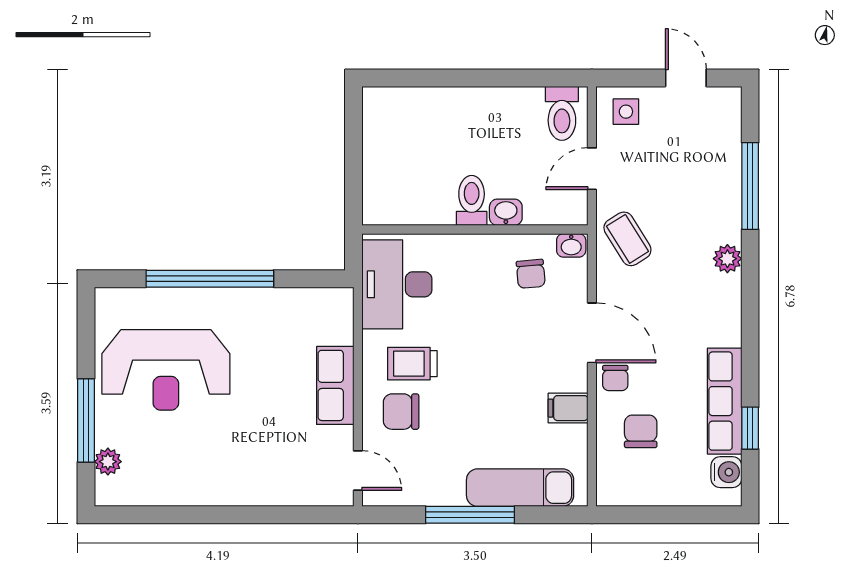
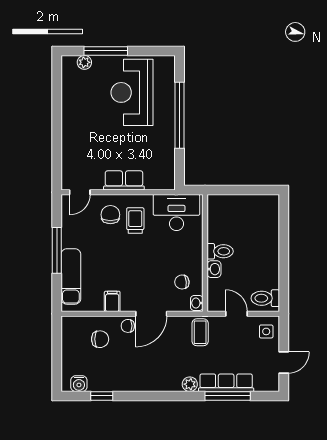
coffee table: (627, 239) -> (200, 332), turned -58
row of seats: (725, 401) -> (226, 383), moved

